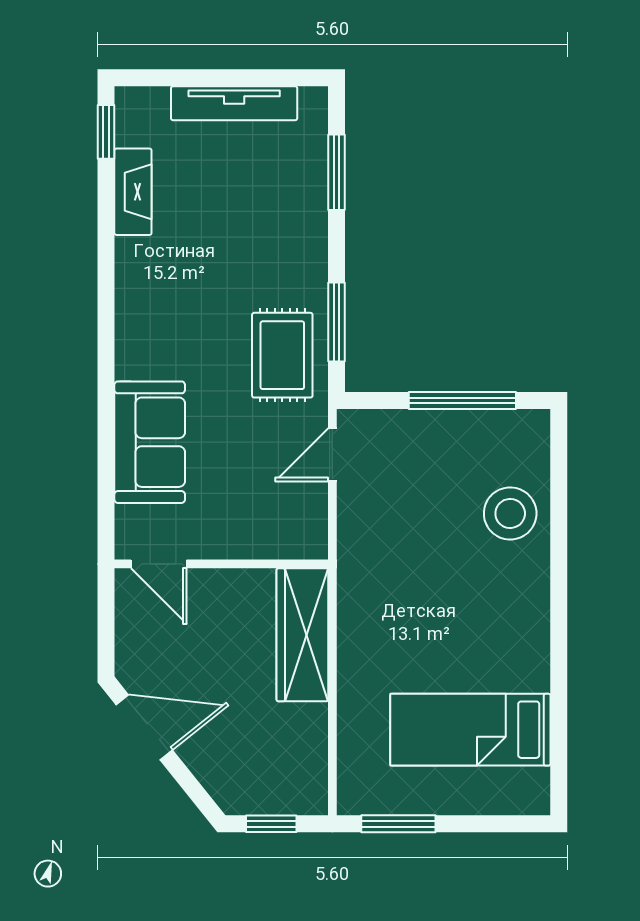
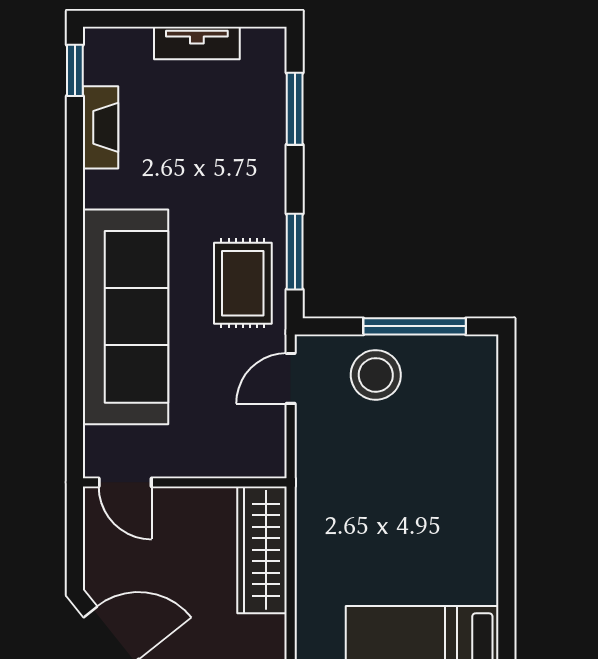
tv unit: (234, 103) -> (197, 43), width x0.71
sofa: (150, 442) -> (125, 317), width x1.85, depth x1.27
stool: (510, 513) -> (376, 375), moved

